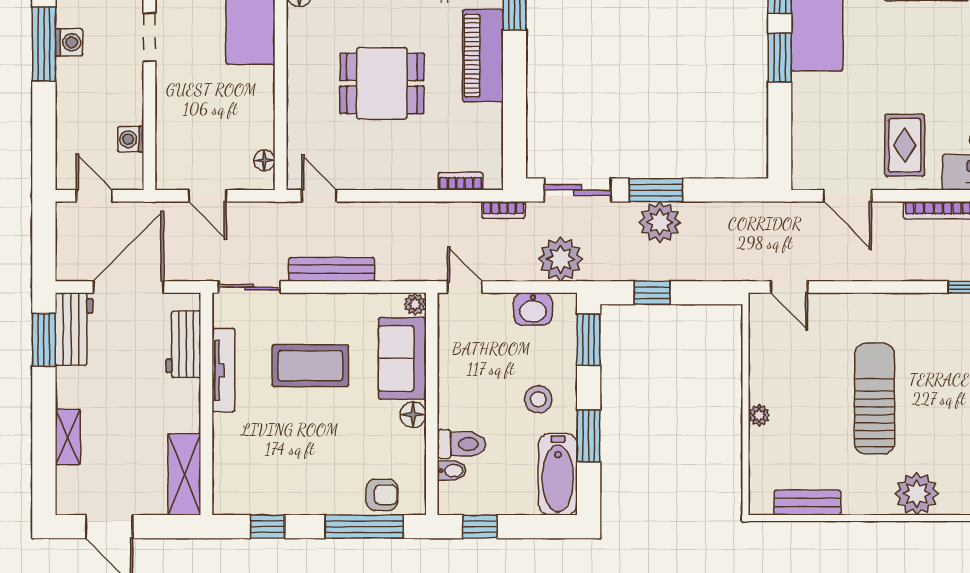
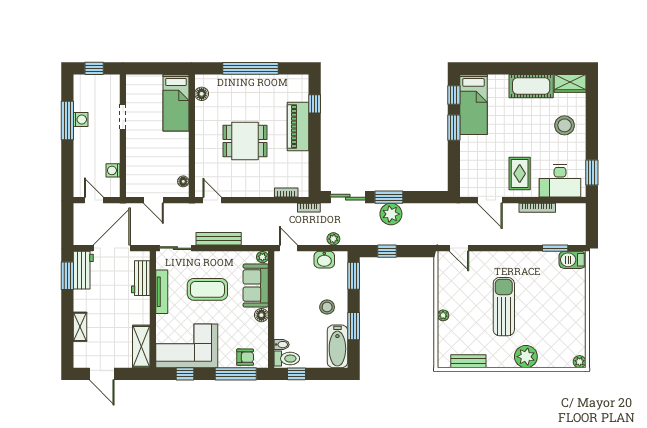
plant: (561, 259) -> (333, 239), width x0.53, depth x0.53
toilet: (462, 444) -> (287, 359), moved
corner sofa: (271, 473) -> (187, 346), added

